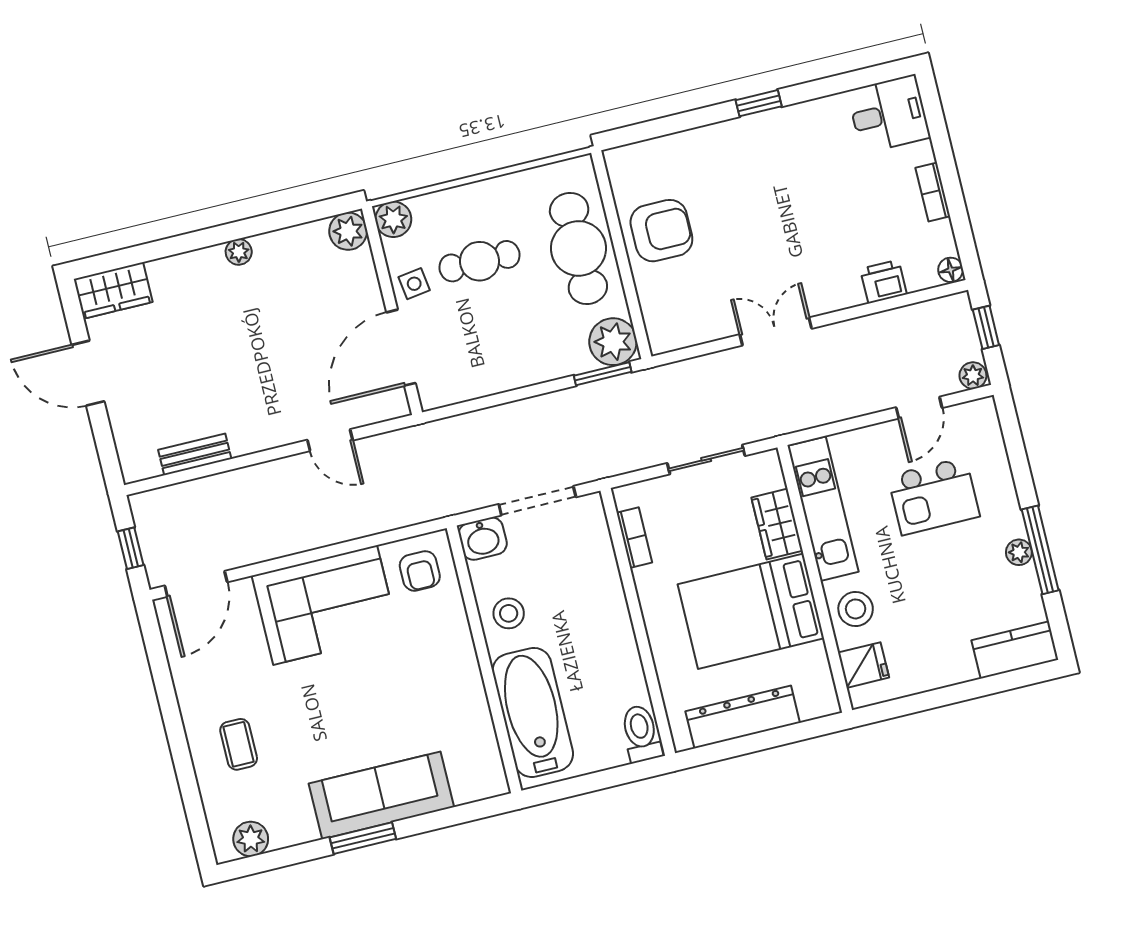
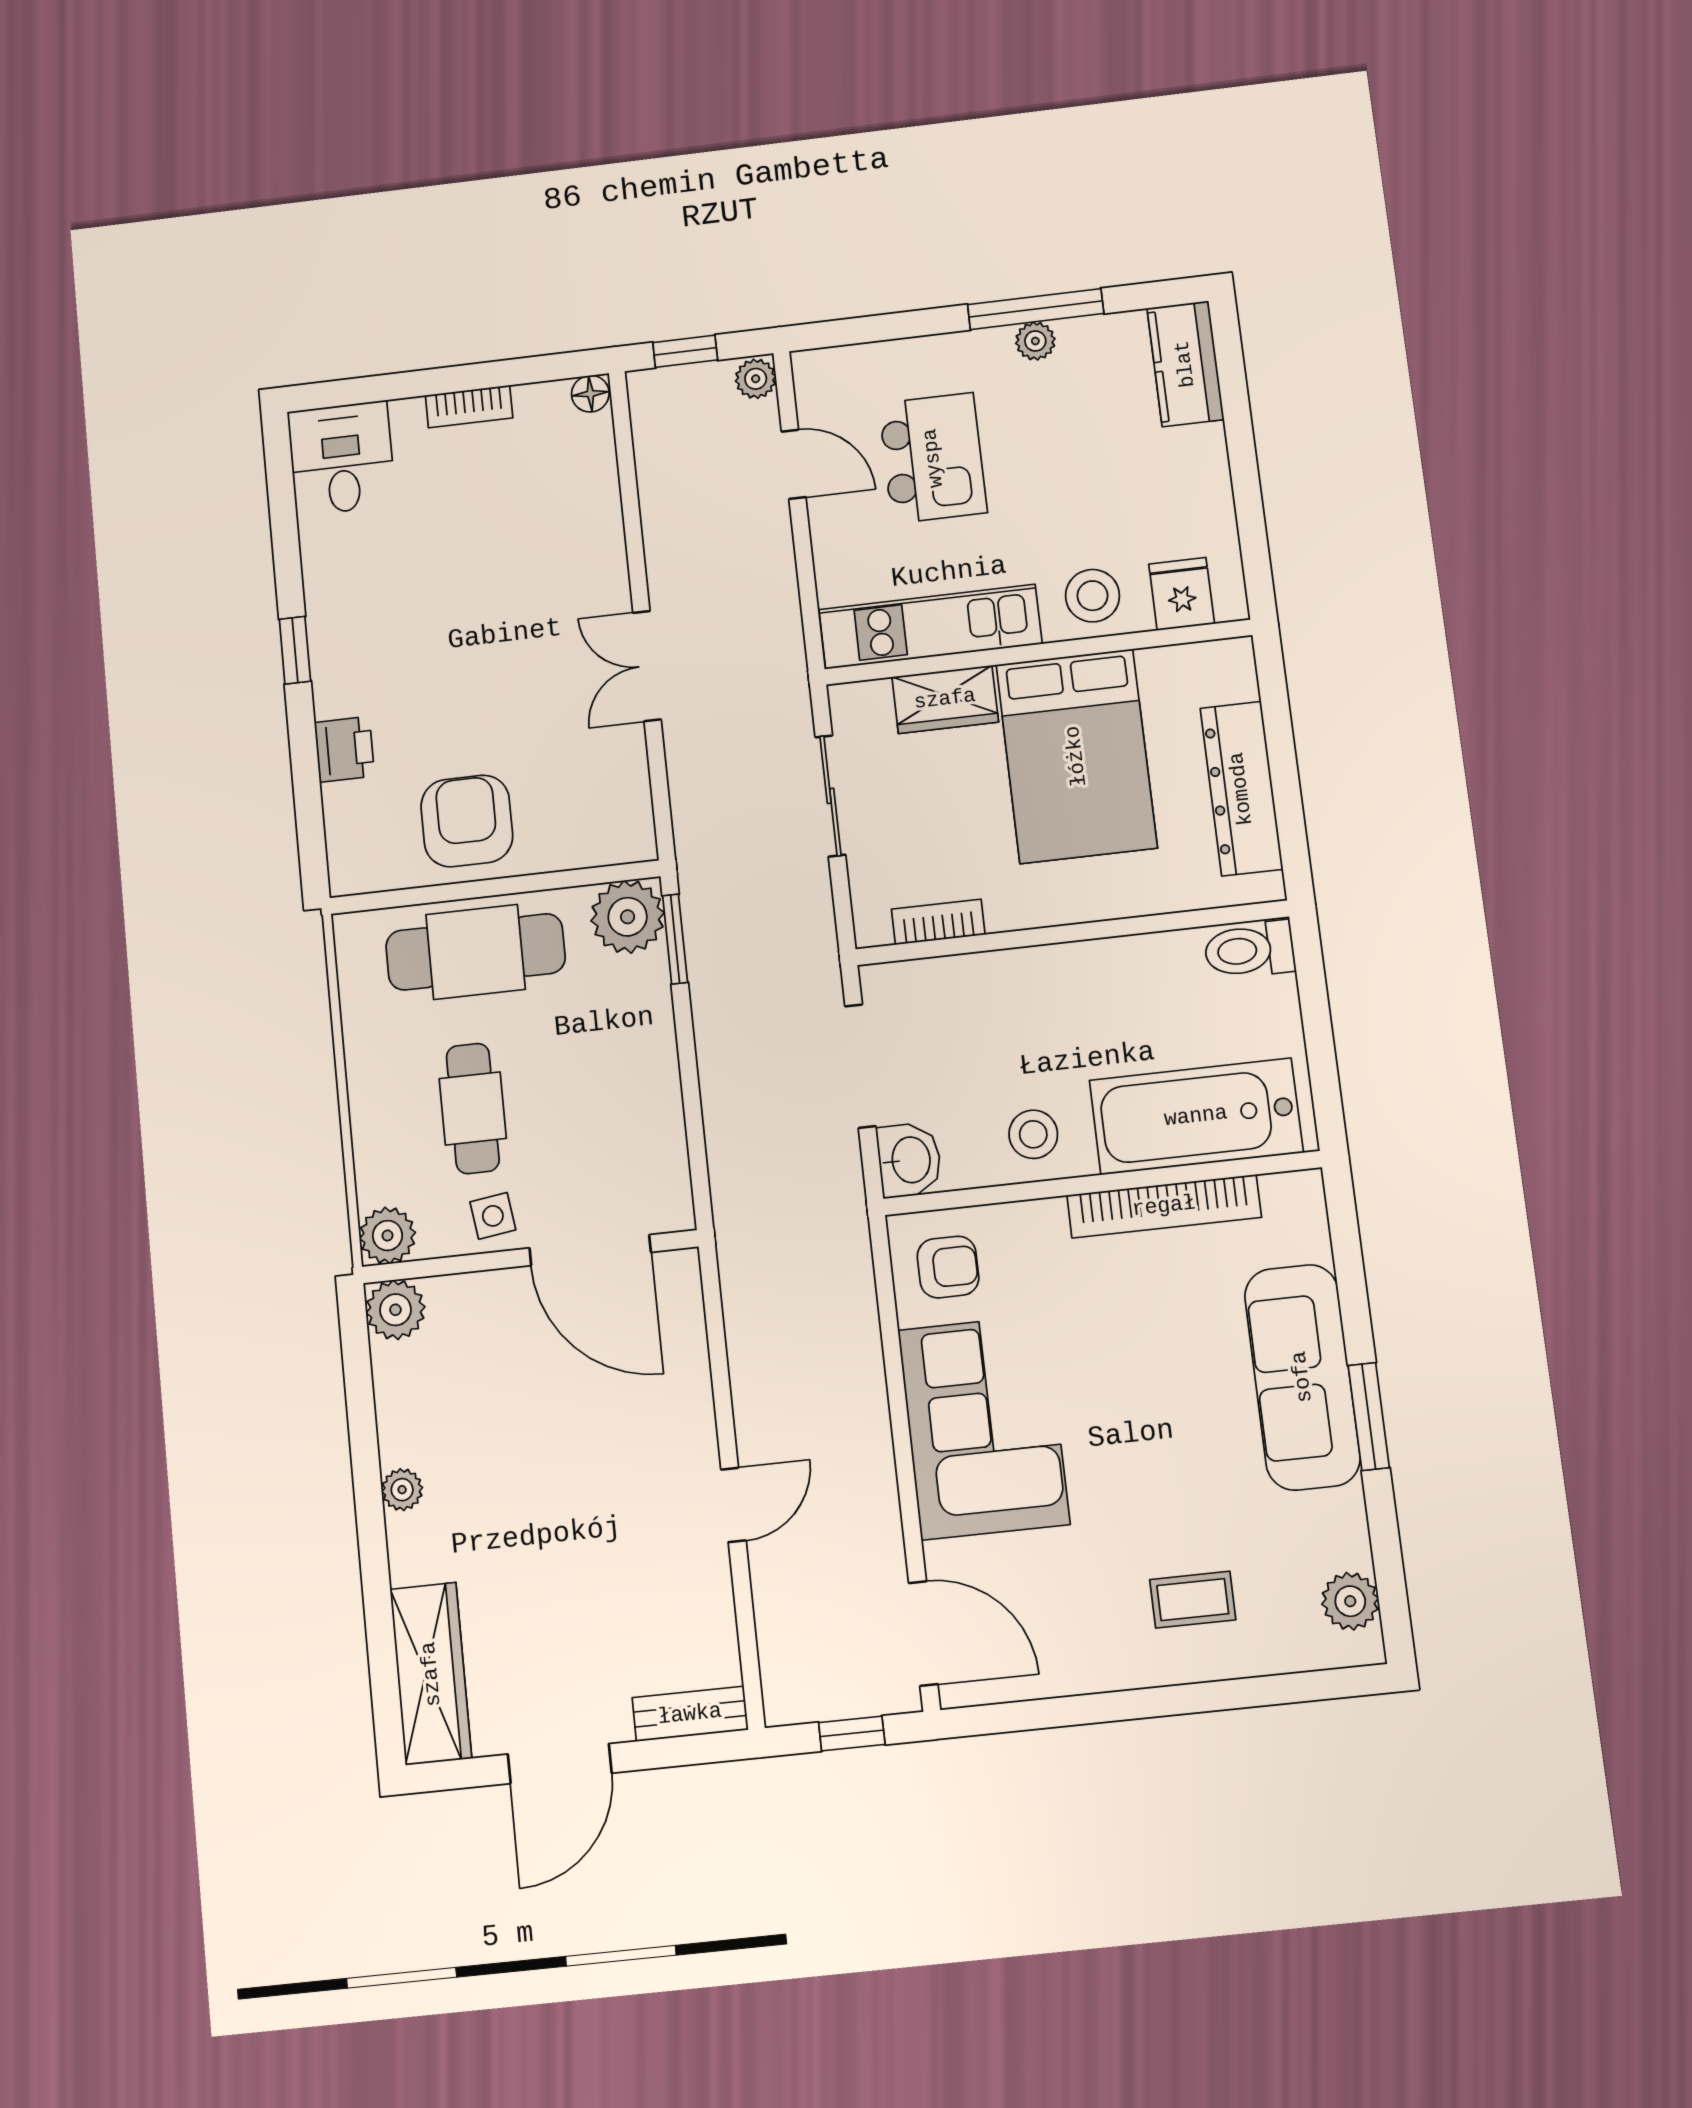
printer: (883, 282) -> (344, 749), moved, turned 180
wardrobe: (113, 290) -> (431, 1674), width x1.50
door: (330, 440) -> (733, 1505), moved
bench: (195, 454) -> (690, 1714), moved, turned 90
bookcase: (475, 699) -> (1164, 1206), added

